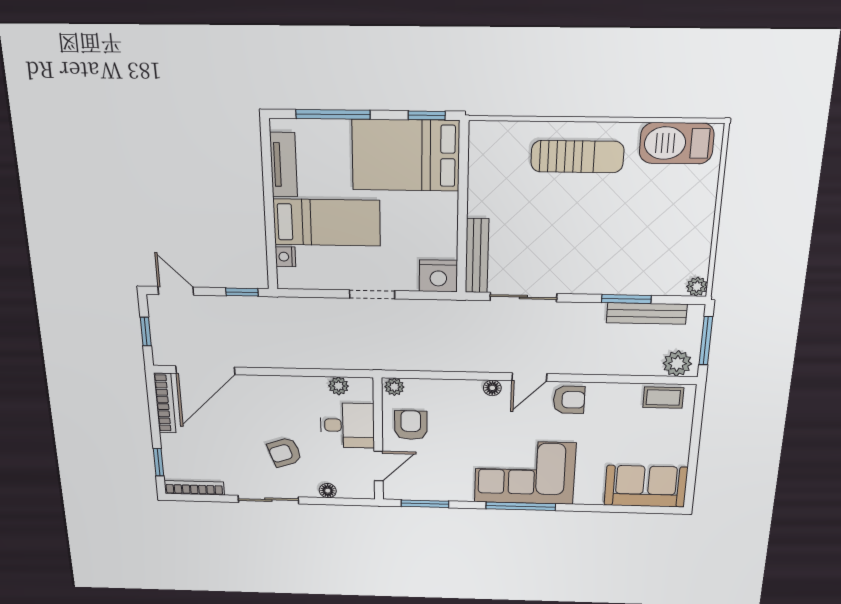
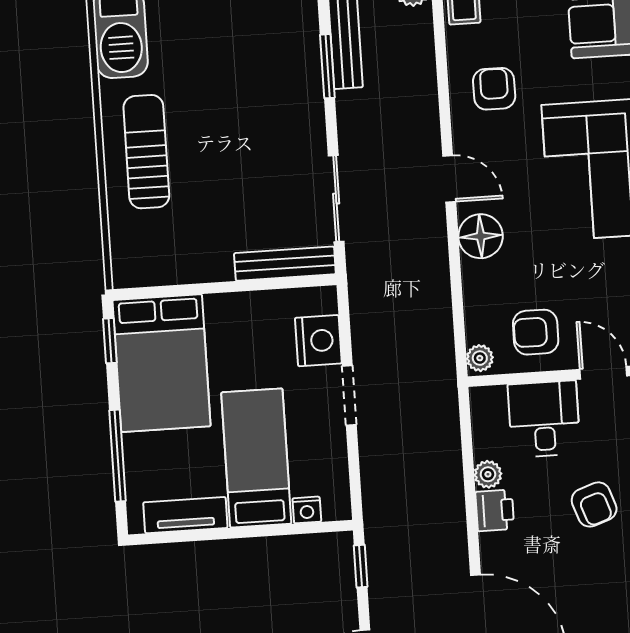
nightstand: (438, 276) -> (318, 341), moved
plant: (339, 386) -> (488, 474), moved
printer: (282, 388) -> (495, 510), added
floor lamp: (492, 388) -> (481, 236), width x1.89, depth x1.89
armchair: (569, 400) -> (494, 89), moved

